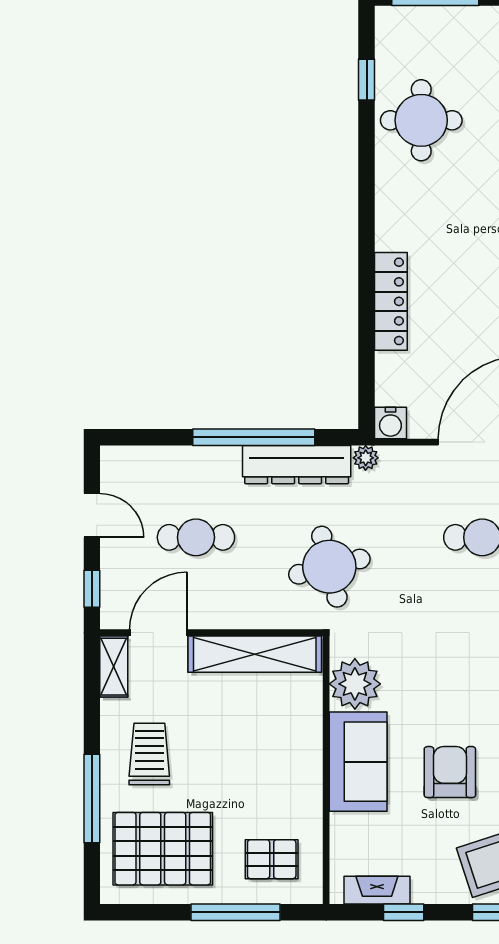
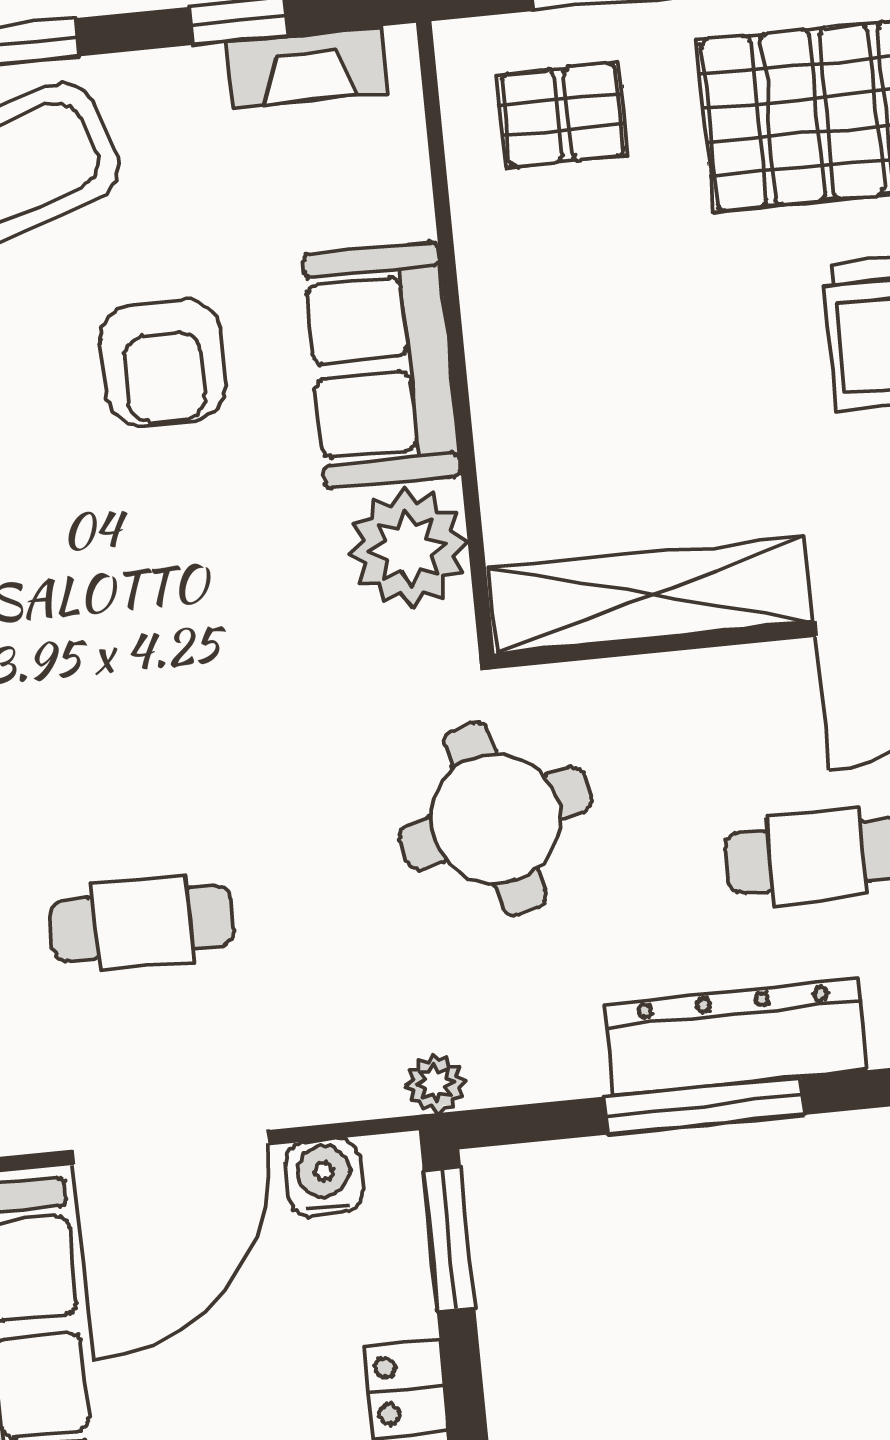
window: (367, 392) -> (449, 1239), added
water cooler: (390, 423) -> (324, 1177), moved
window: (254, 437) -> (704, 1106), width x0.68
dresser: (297, 465) -> (736, 1037), moved

